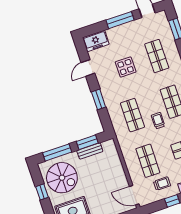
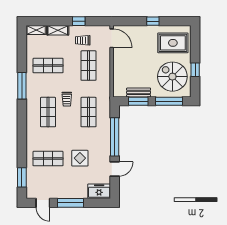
shop shelf: (157, 56) -> (48, 159), turned 90
window: (99, 99) -> (115, 137), width x2.11

